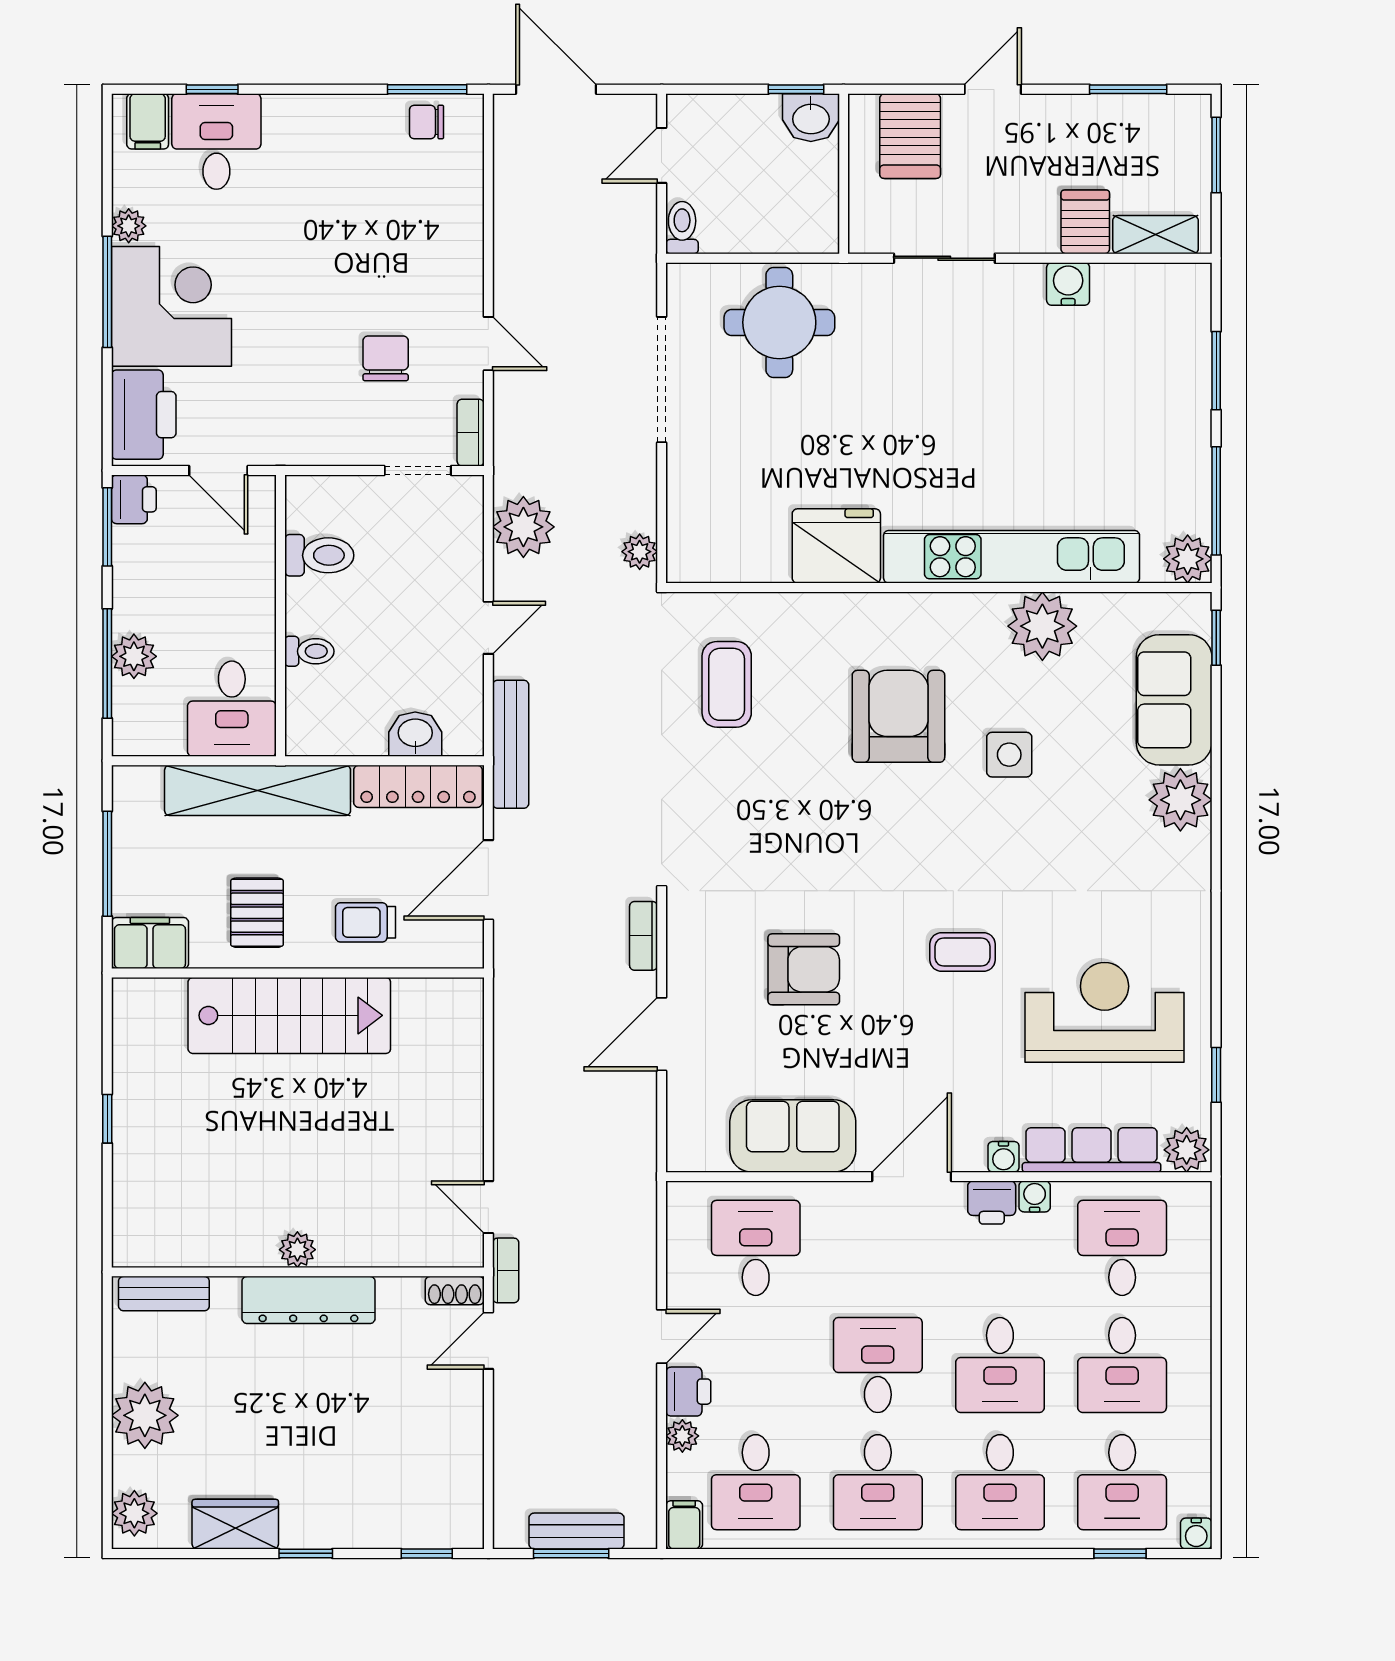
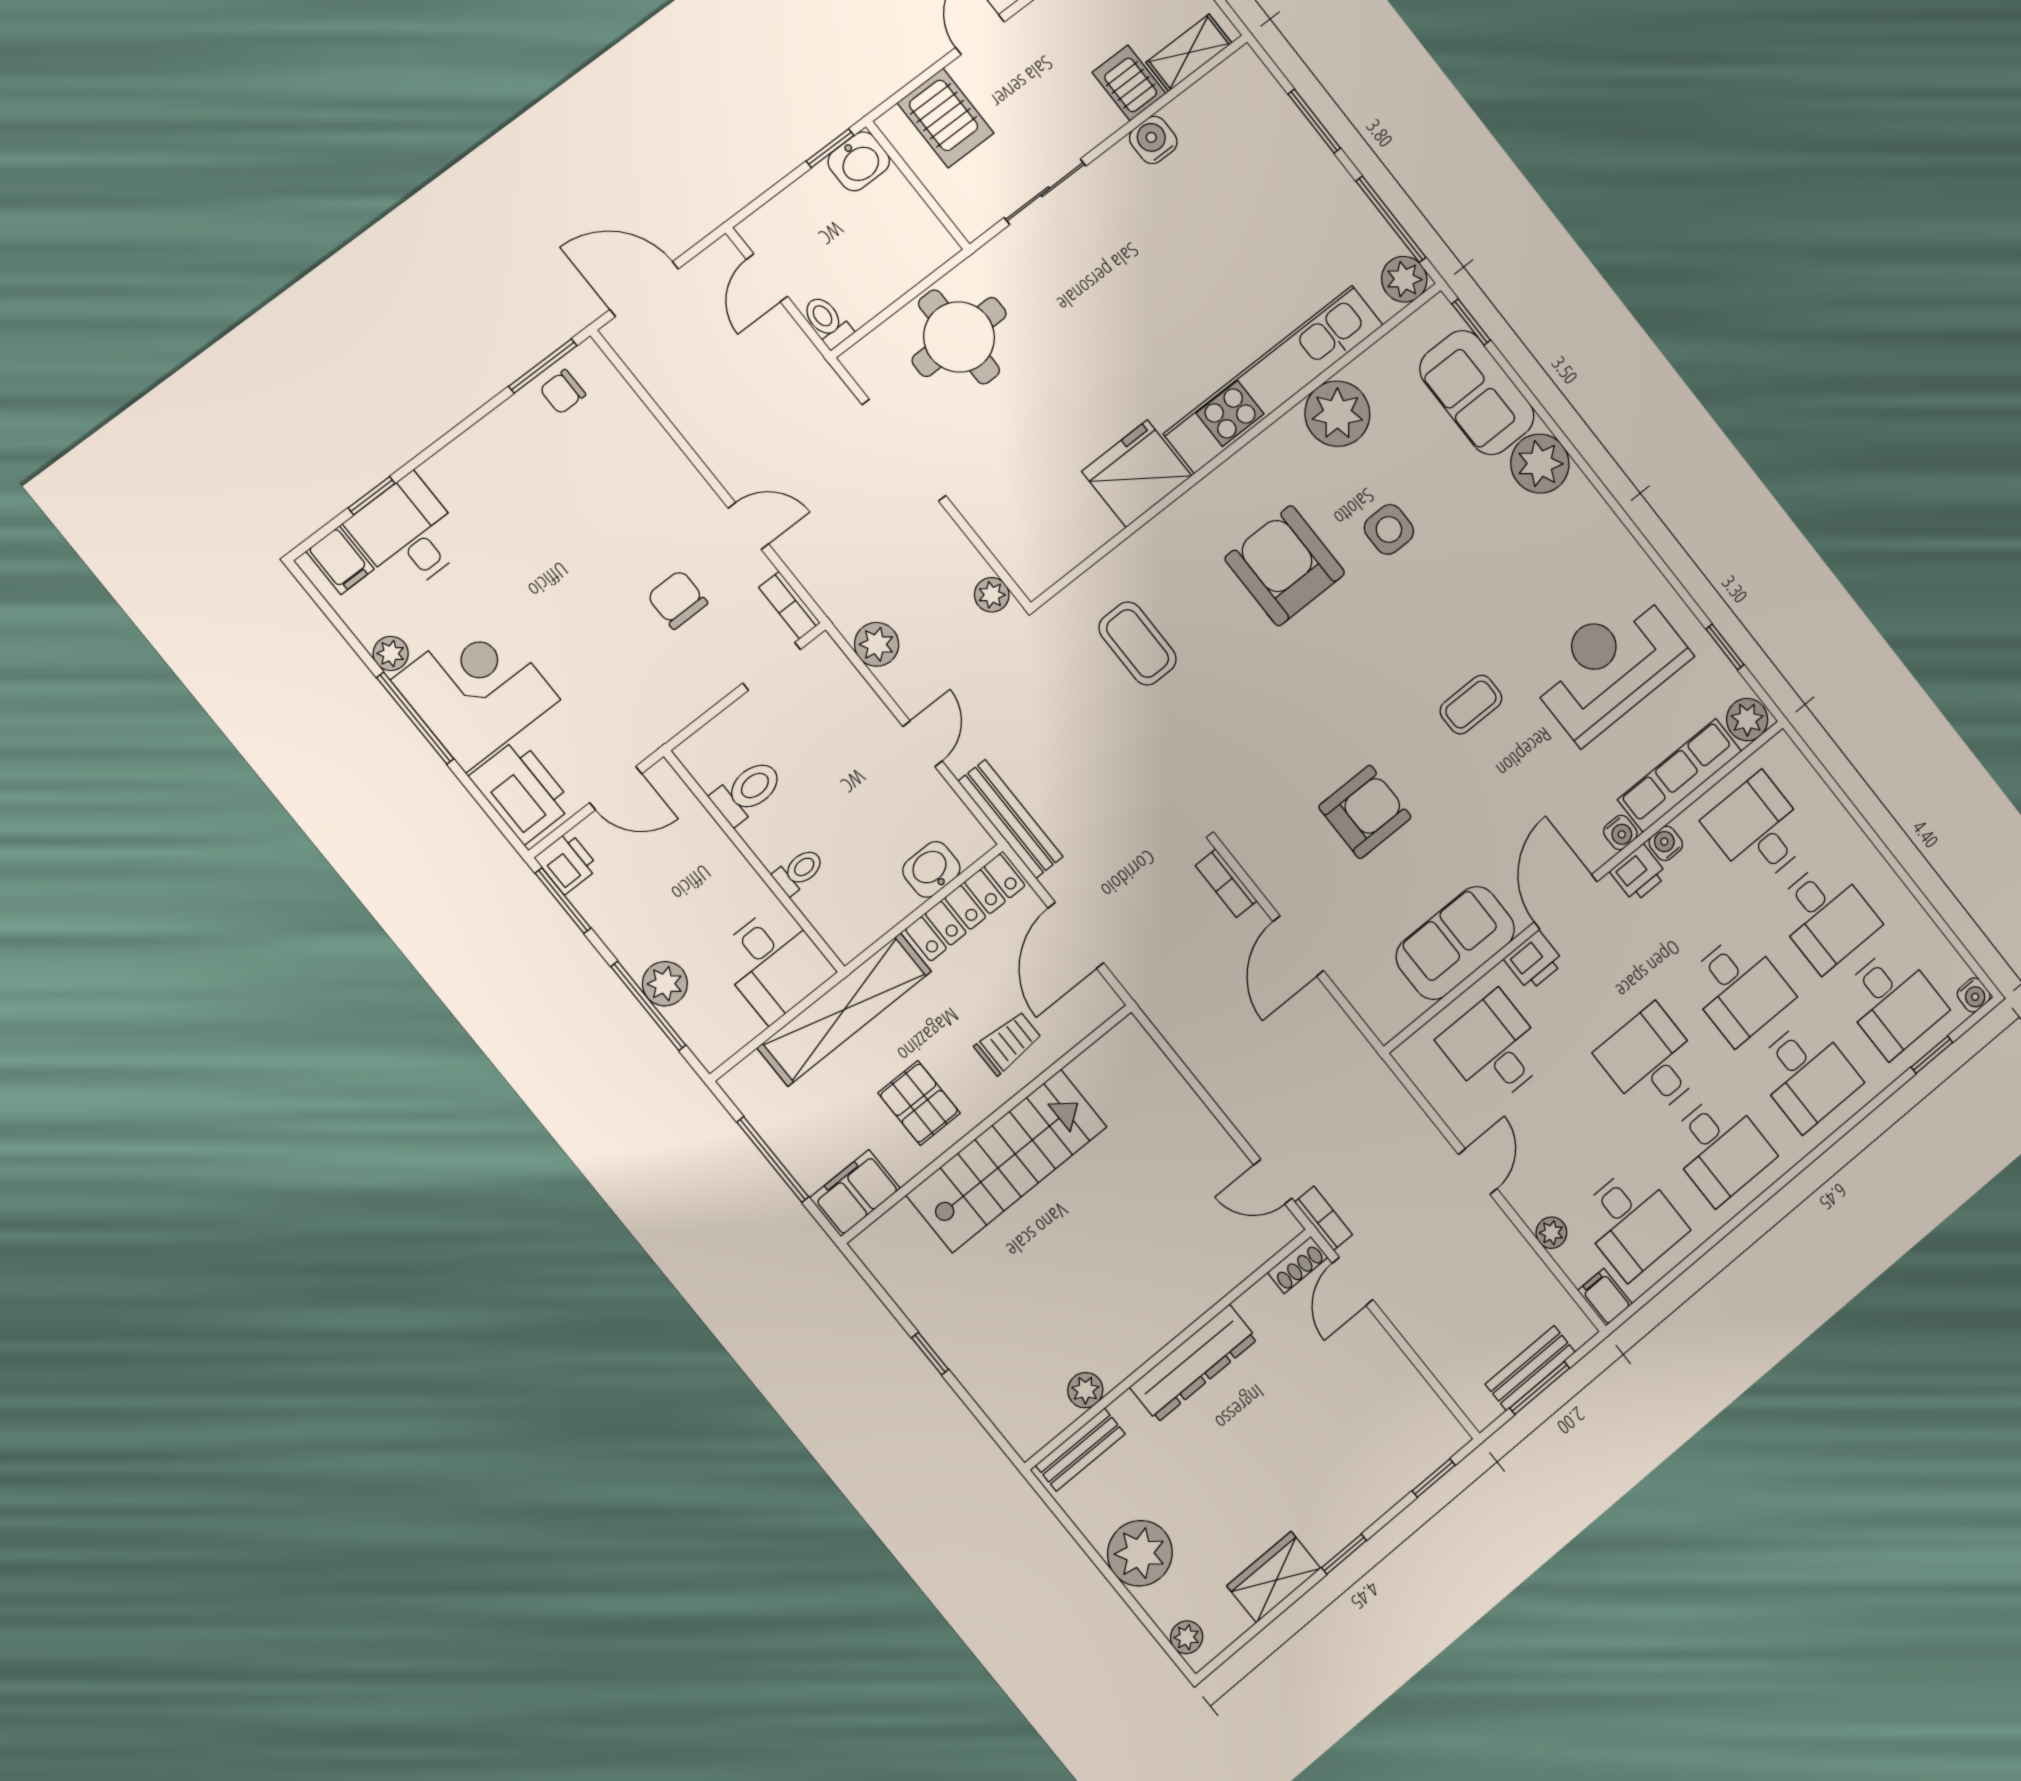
plant: (523, 527) -> (877, 644), width x0.73, depth x0.73
trolley: (365, 922) -> (1008, 1043), turned 180
plant: (297, 1250) -> (1085, 1390), moved
printer: (688, 1392) -> (1534, 961), moved, turned 90
plant: (134, 1513) -> (1187, 1637), width x0.73, depth x0.73

